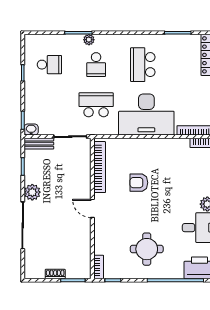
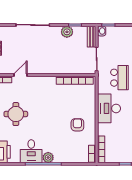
desk: (146, 114) -> (109, 108), width x0.73, depth x0.77
armchair: (139, 183) -> (77, 125), moved
plant: (32, 192) -> (67, 32), moved
door: (92, 208) -> (21, 75), moved

